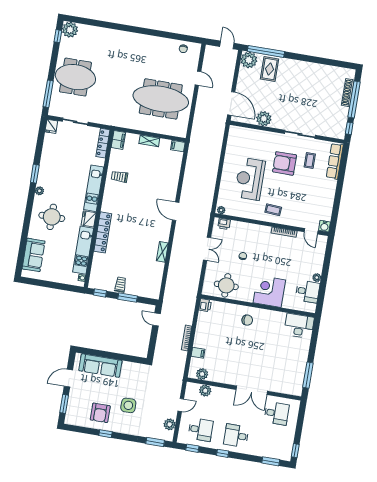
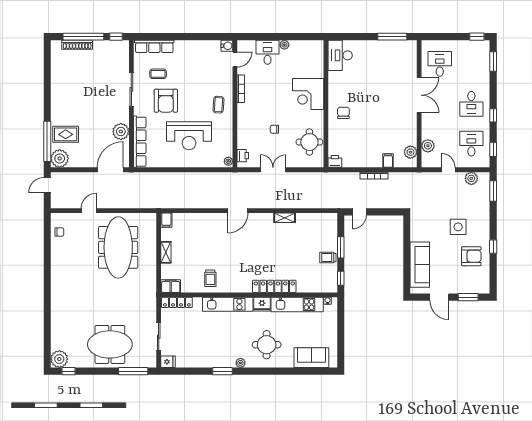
meeting table: (75, 77) -> (110, 344), turned 90
row of seats: (252, 134) -> (140, 142), added
desk: (308, 292) -> (268, 52), moved

